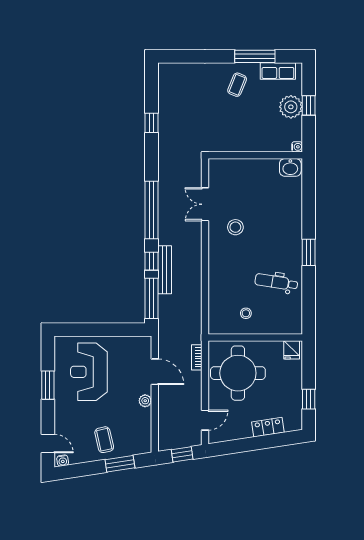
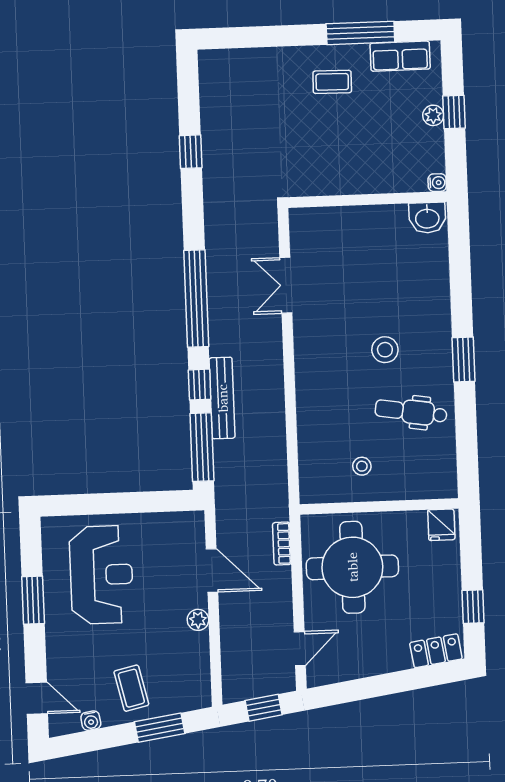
coffee table: (237, 85) -> (332, 82), turned 69
plant: (291, 107) -> (433, 115), width x0.53, depth x0.53
stool: (235, 227) -> (385, 350), moved
reception desk: (89, 372) -> (101, 575), turned 180
locker: (268, 427) -> (436, 651), moved
water cooler: (63, 461) -> (91, 721), moved

